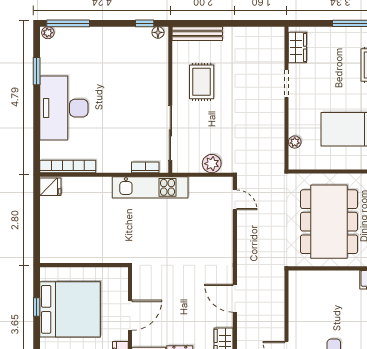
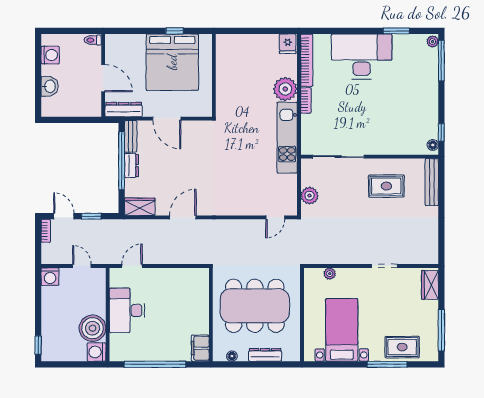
wardrobe: (297, 48) -> (430, 285), moved, turned 90
bookcase: (145, 167) -> (306, 100), moved
plant: (98, 189) -> (285, 89), added

